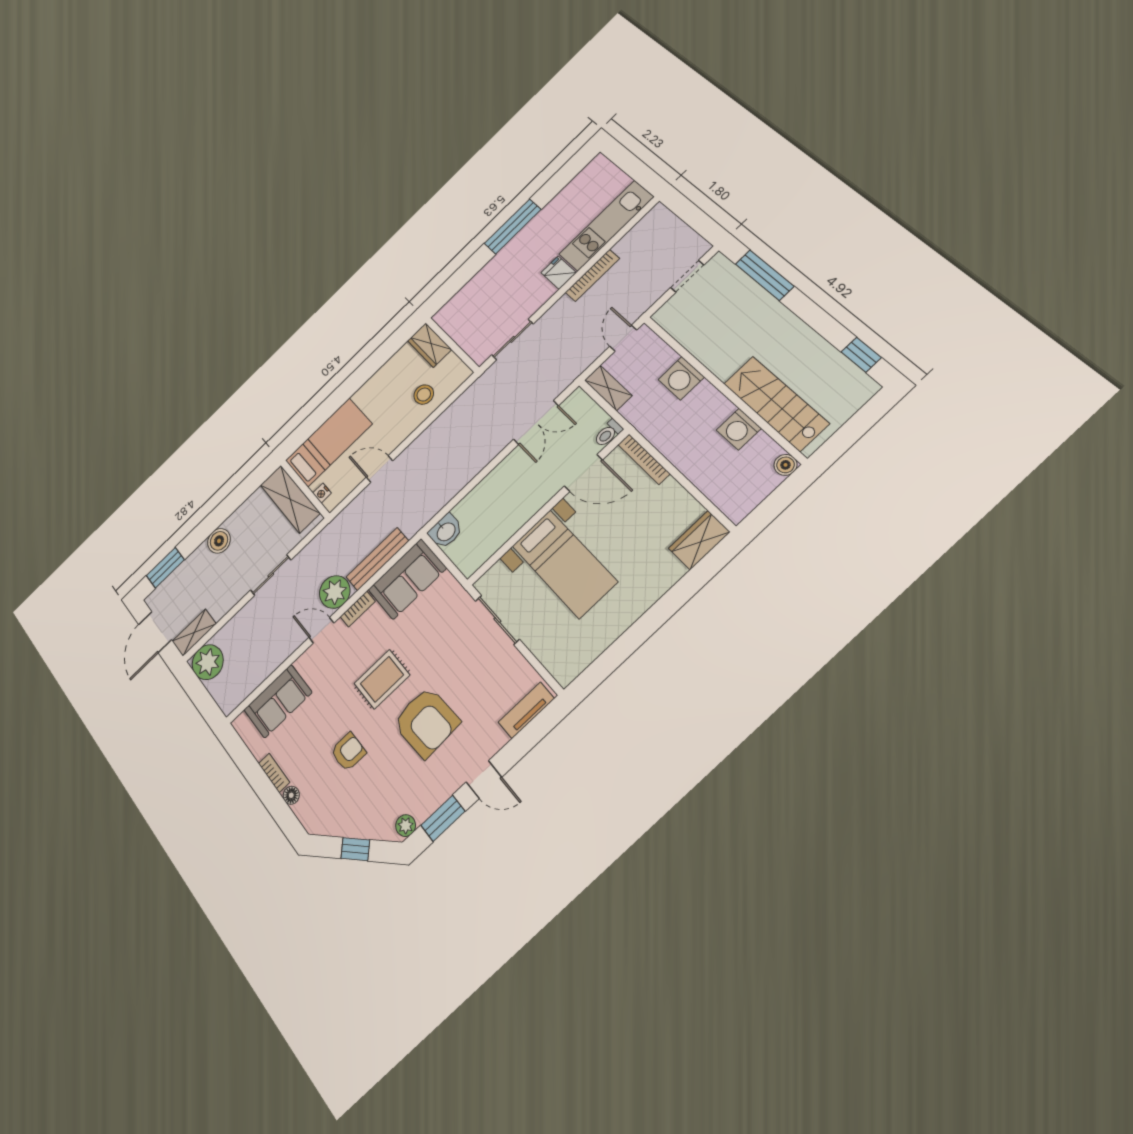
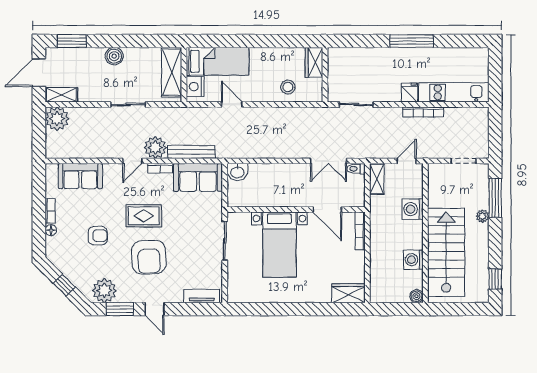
plant: (771, 307) -> (482, 216), added
stairs: (776, 403) -> (446, 252), width x1.36, depth x1.51
toilet: (608, 433) -> (356, 169), moved
nightstand: (322, 493) -> (195, 87), width x1.89, depth x1.79
door: (321, 630) -> (132, 161), swing flipped
plant: (406, 826) -> (104, 291), width x1.87, depth x1.87

